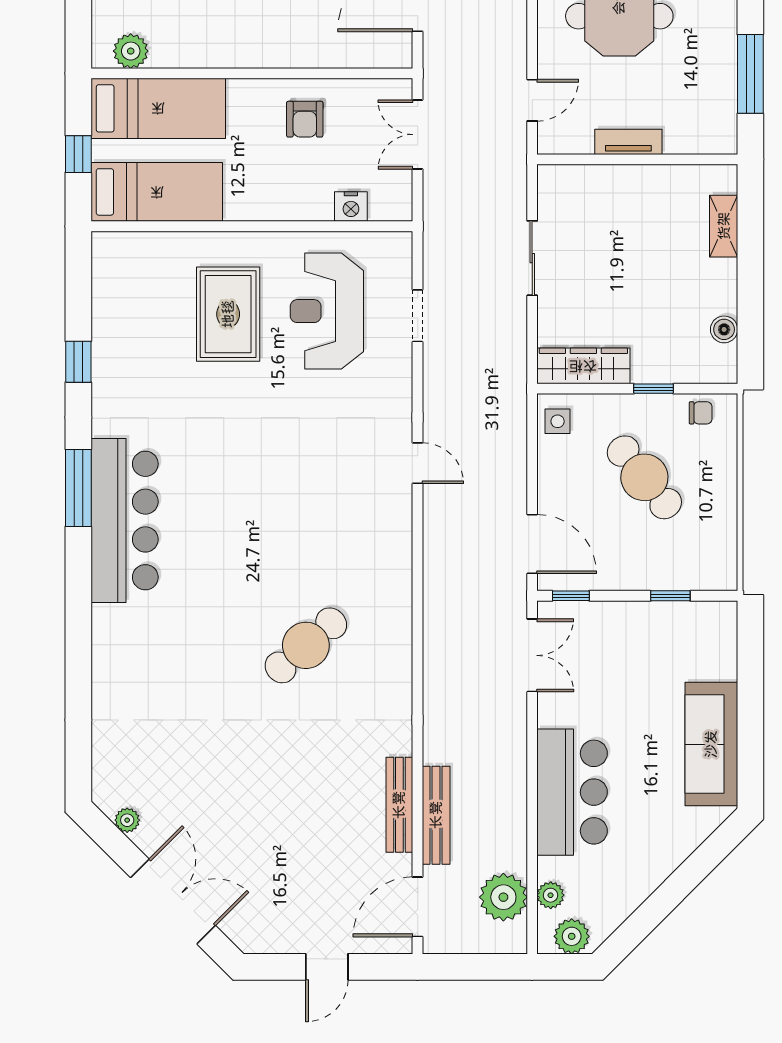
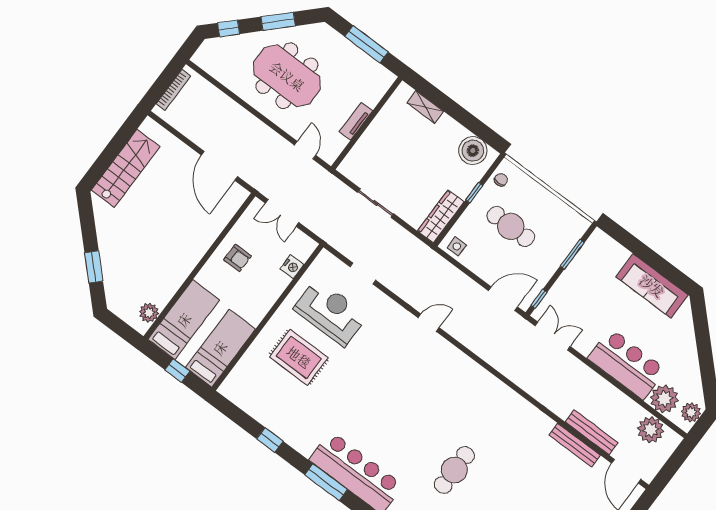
reception desk: (327, 311) -> (330, 312), turned 180
boiler: (724, 329) -> (473, 151), width x1.86, depth x1.86
cafe table: (644, 477) -> (511, 226), turned 39
window: (670, 596) -> (572, 254), width x1.50
cafe table: (306, 645) -> (454, 470), moved, turned 41
plant: (551, 895) -> (664, 399), width x1.88, depth x1.88

